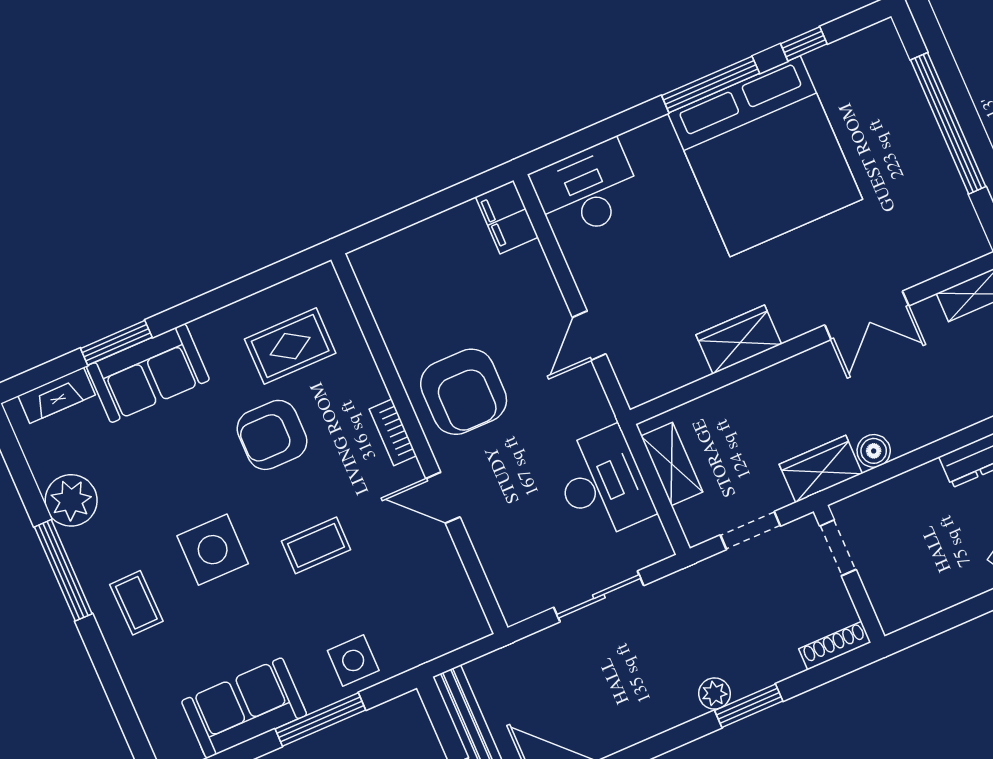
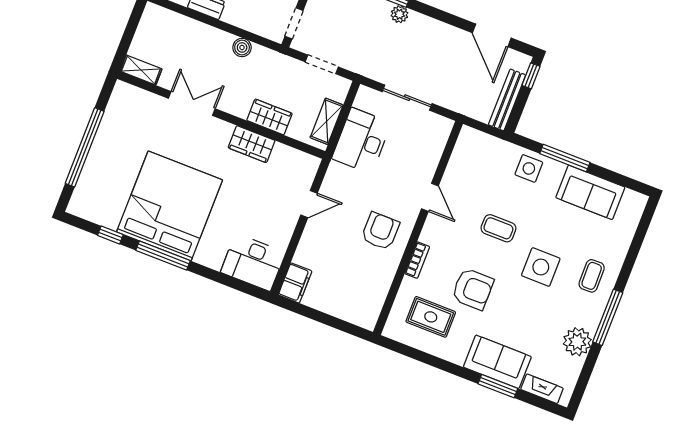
armchair: (464, 392) -> (380, 231), width x0.73, depth x0.73
bookcase: (393, 432) -> (417, 260), moved
wardrobe: (821, 469) -> (269, 117), moved, turned 180

